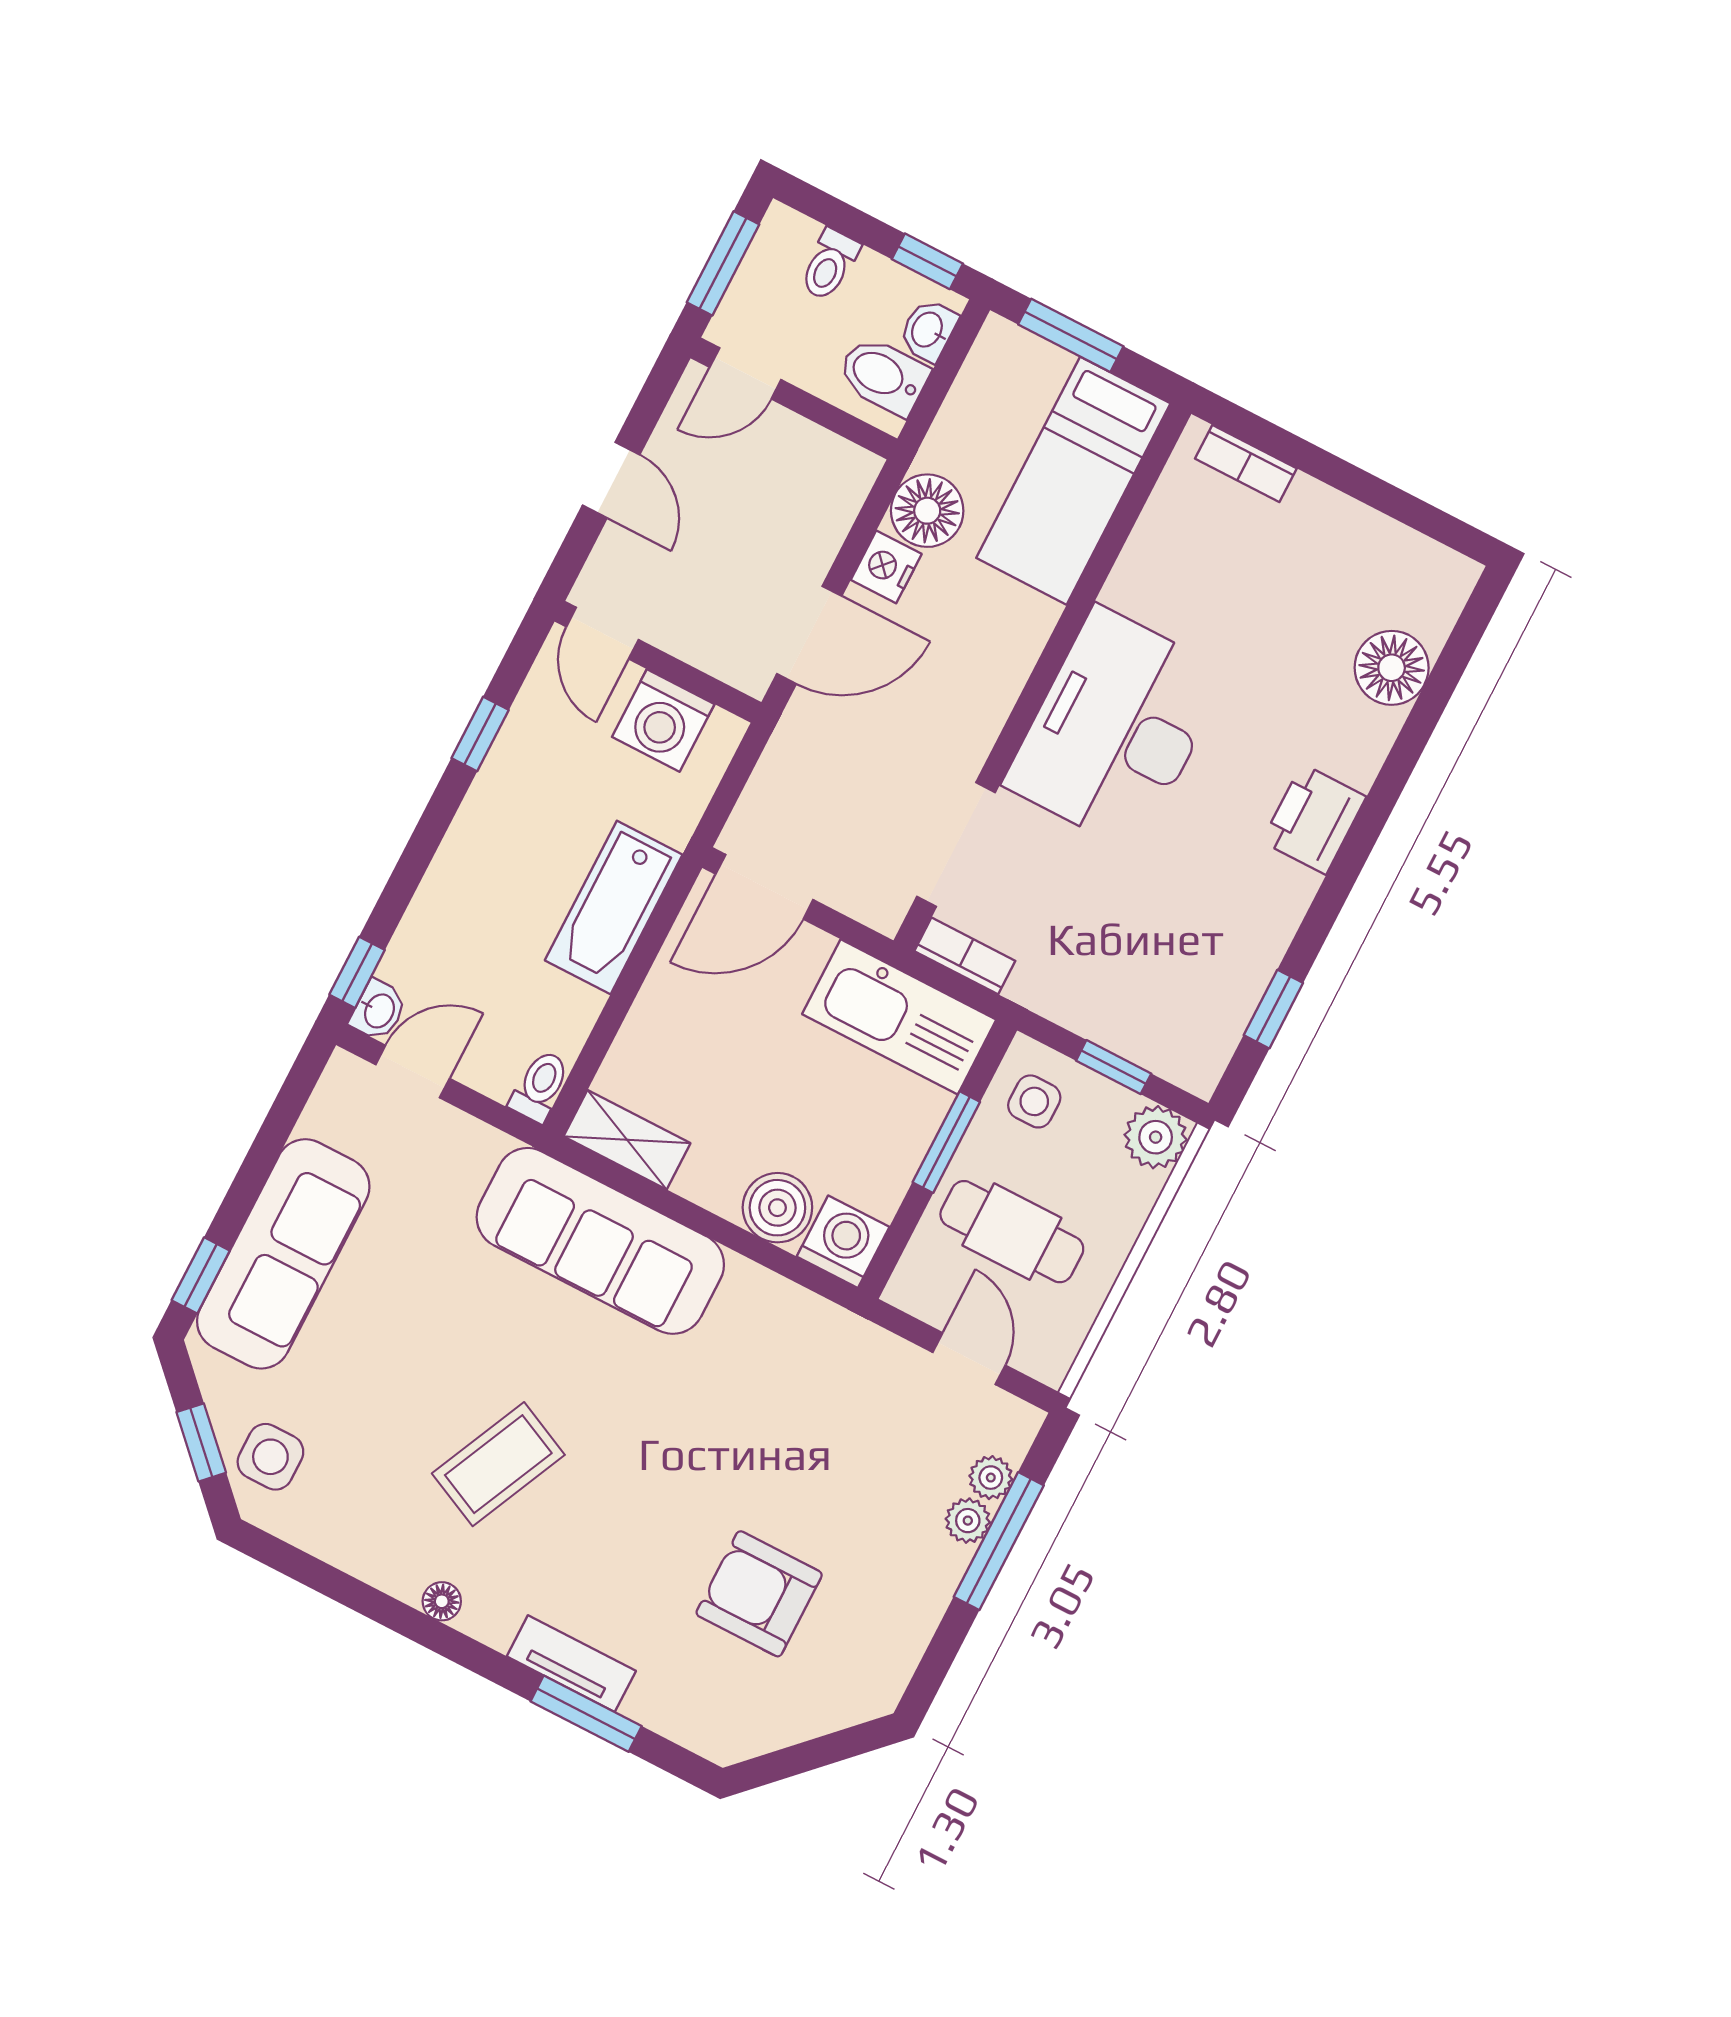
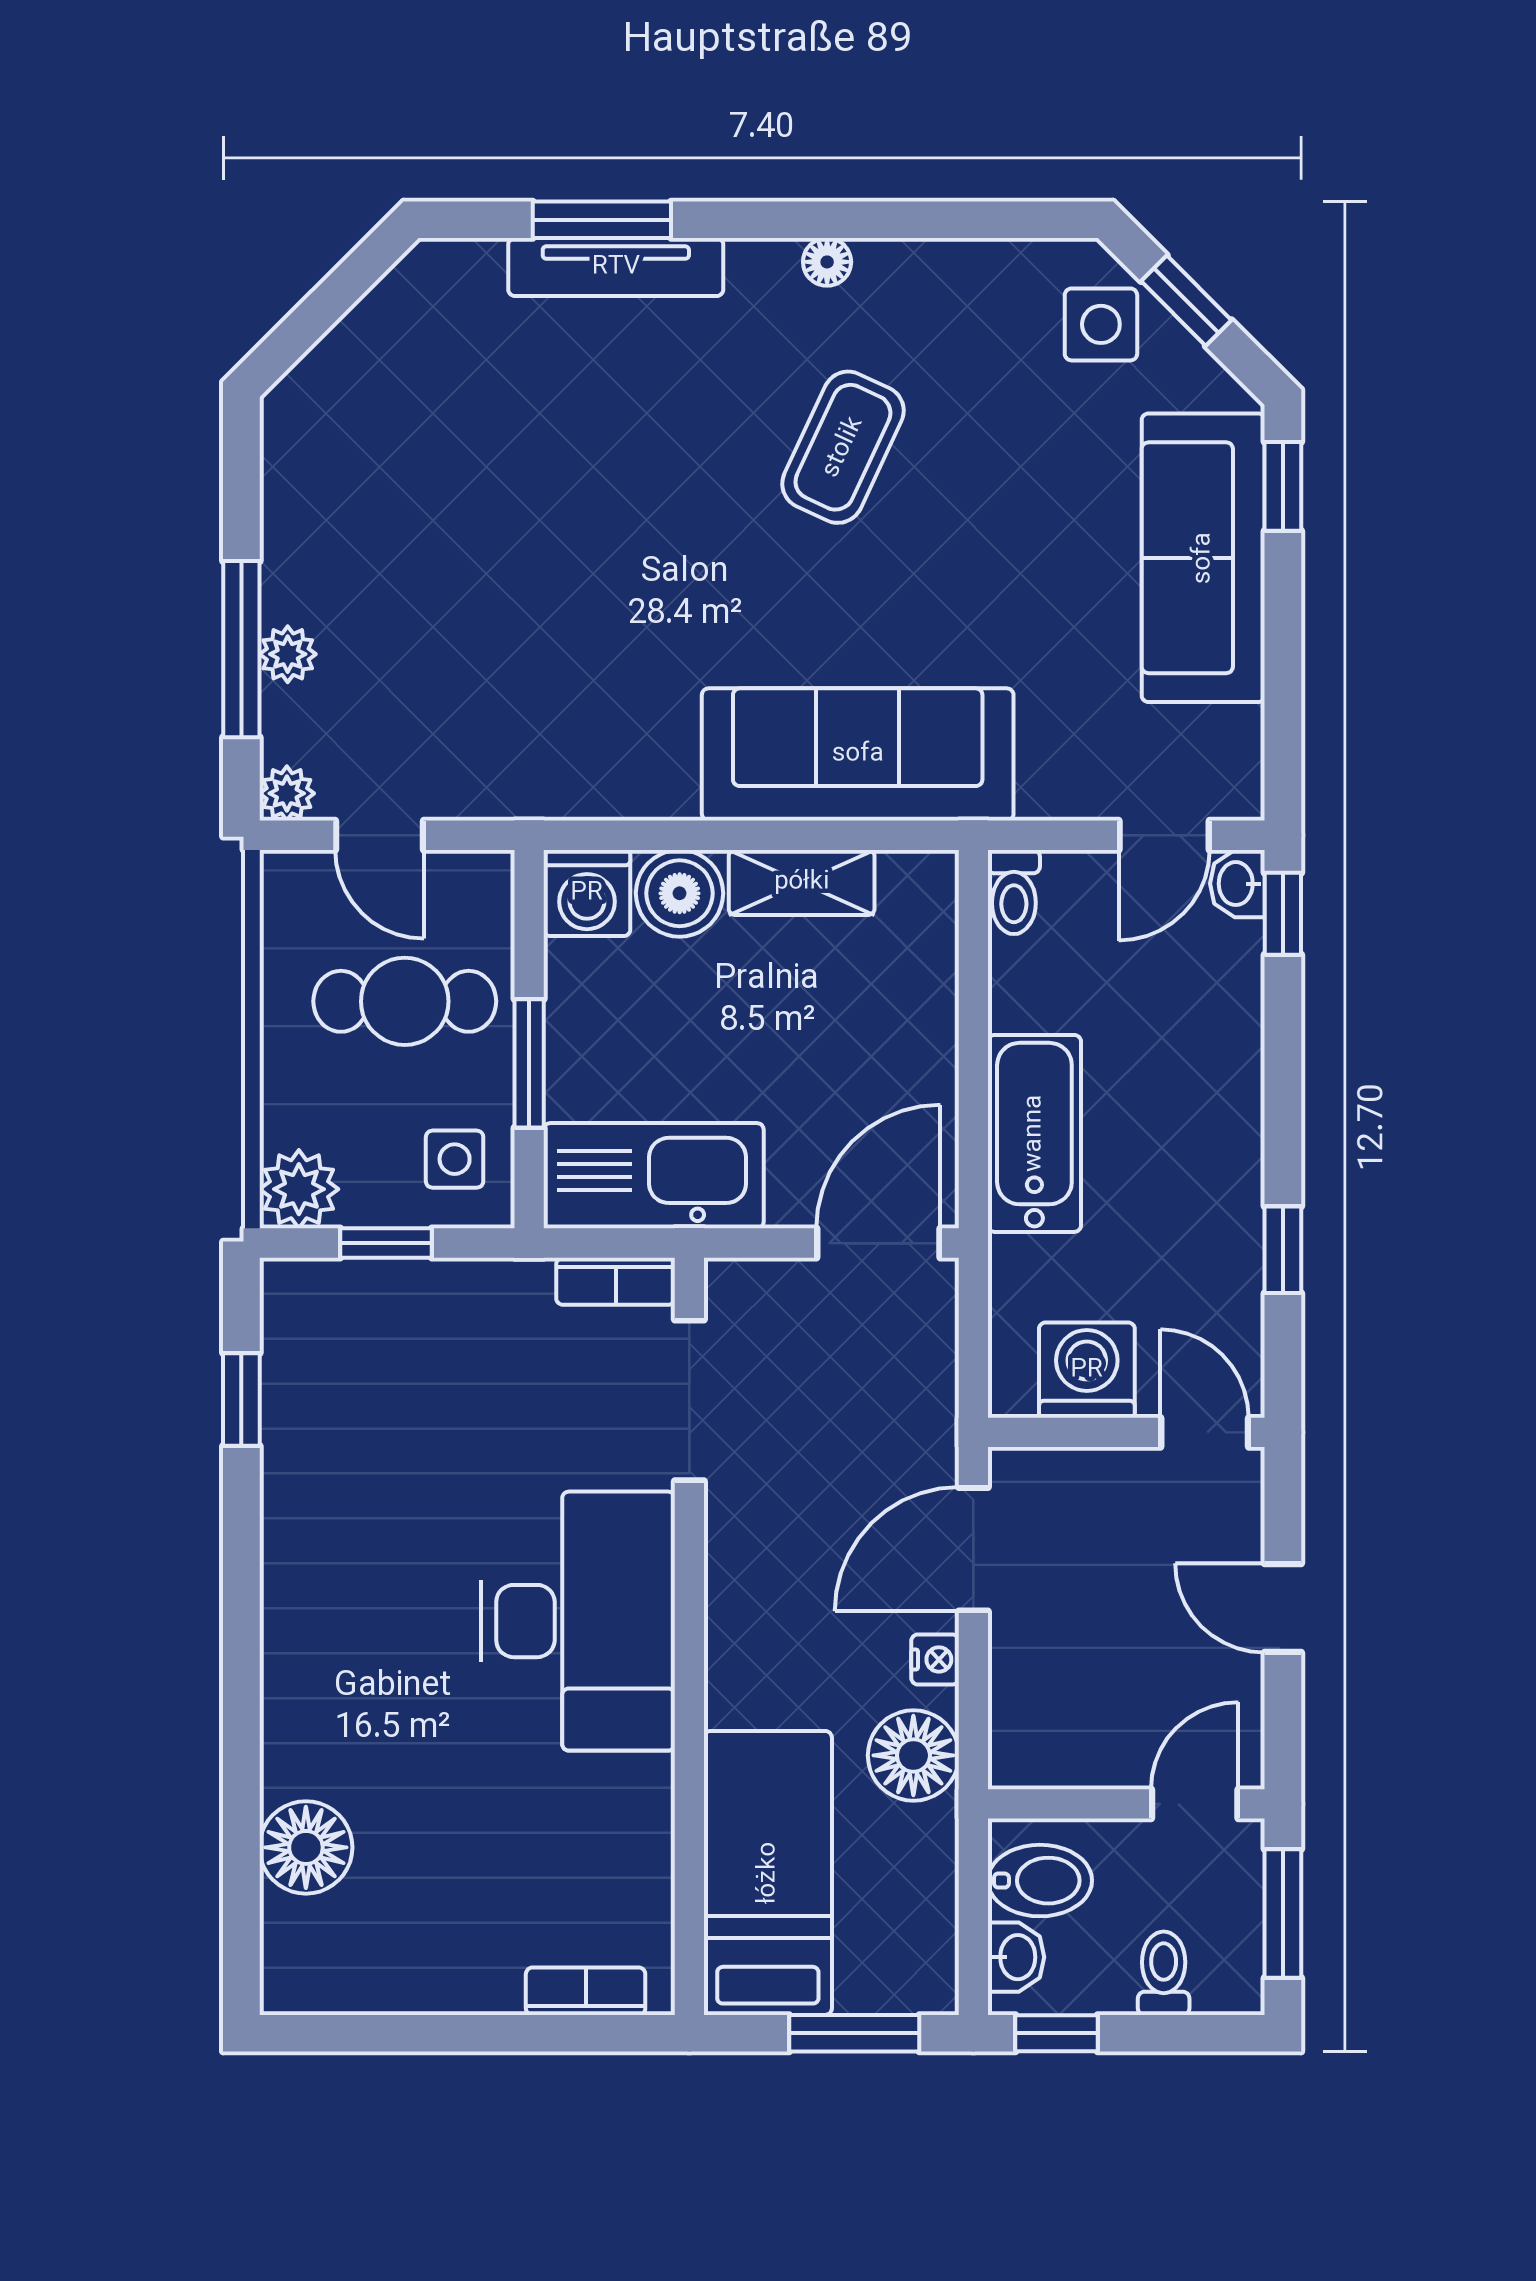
nightstand: (886, 567) -> (935, 1659), width x0.72, depth x0.74
printer: (1314, 819) -> (305, 1634), removed
shelving: (627, 1140) -> (802, 882), moved
plant: (991, 1478) -> (287, 793), moved
armchair: (759, 1594) -> (478, 453), removed
tv unit: (571, 1664) -> (616, 267), width x1.41

